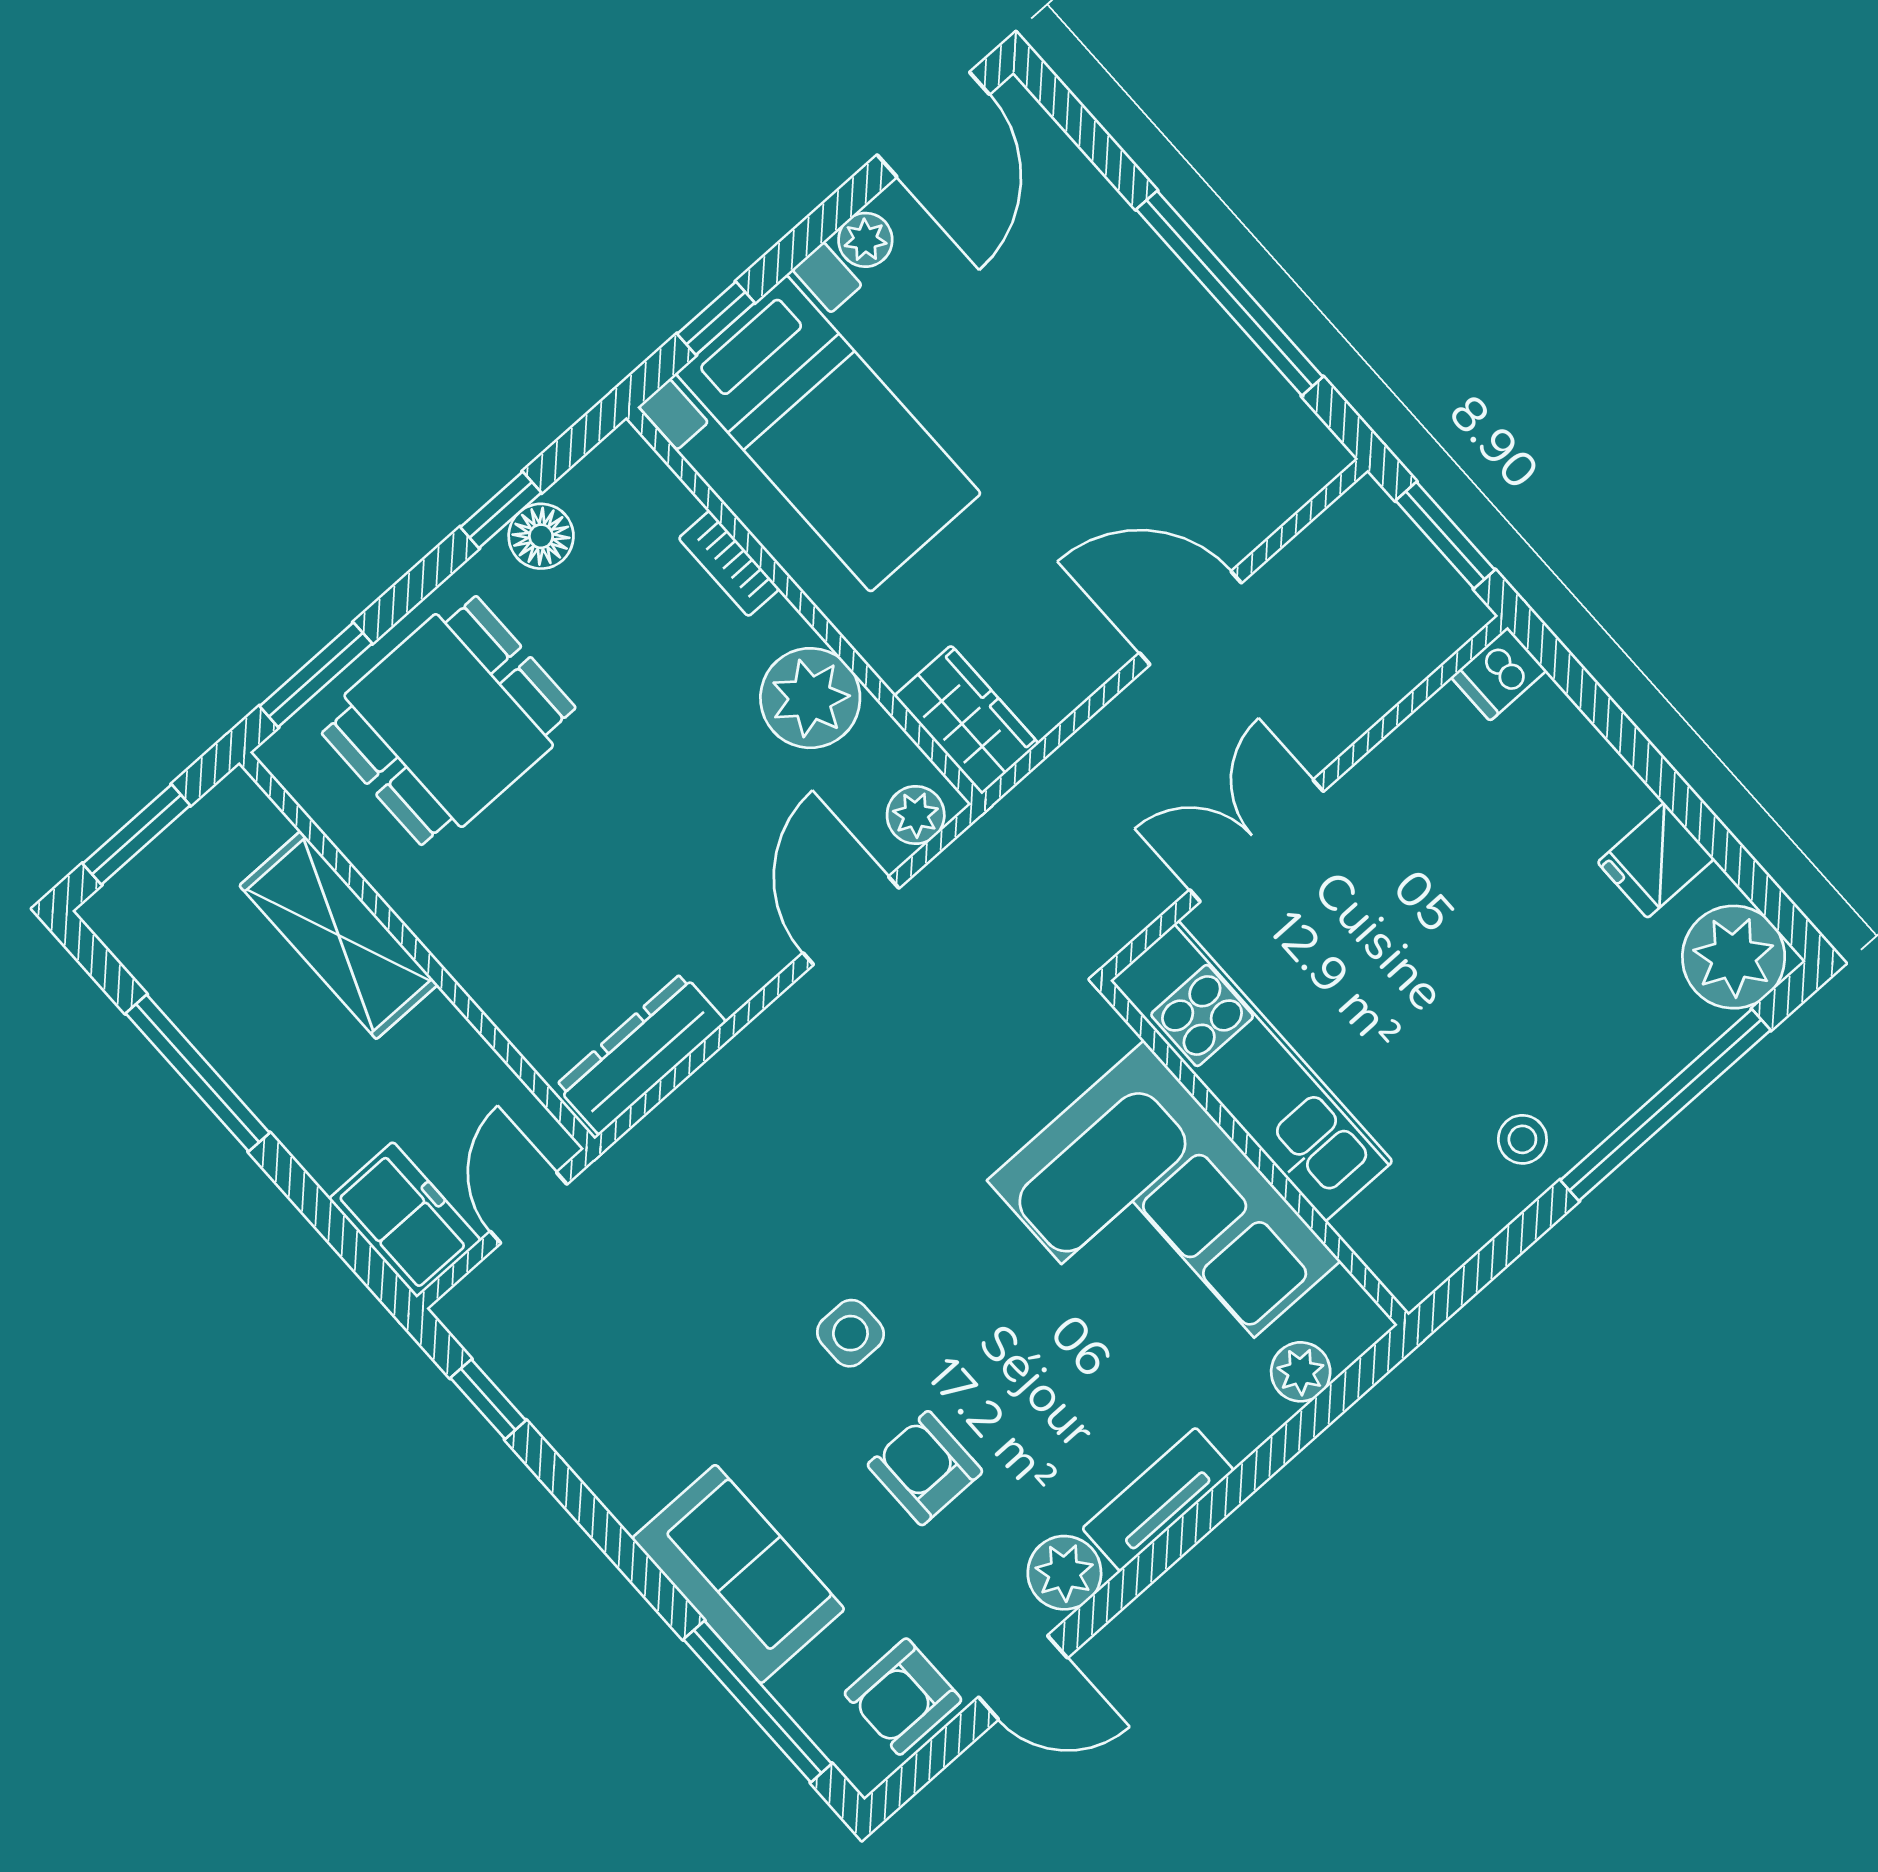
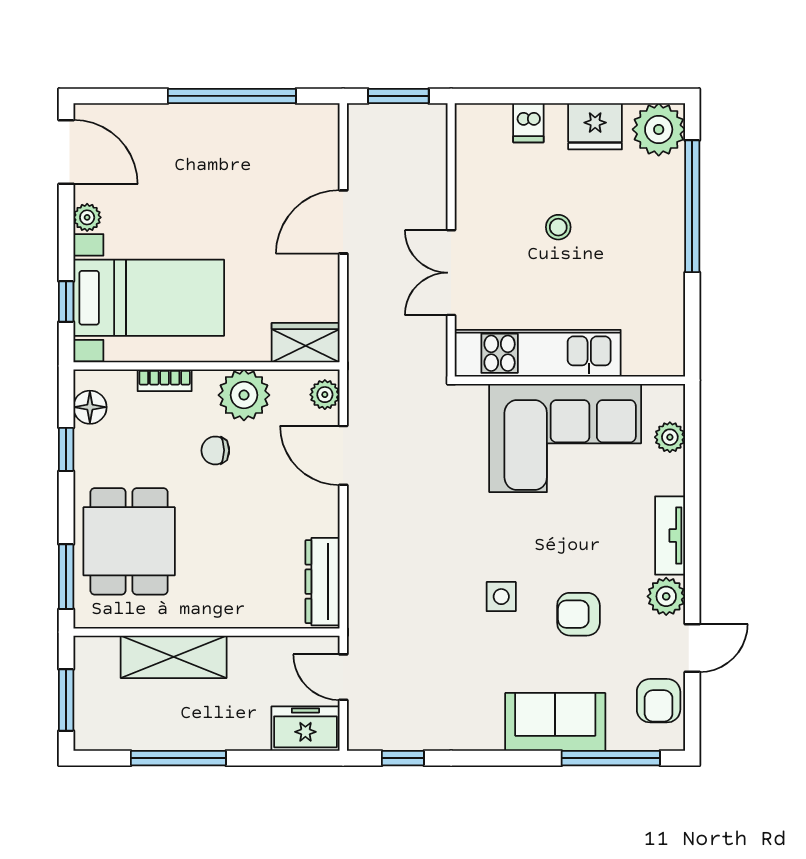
floor lamp: (541, 536) -> (90, 407), moved
dishwasher: (1499, 674) -> (528, 123), moved
chair: (693, 728) -> (215, 450), added
fridge: (1656, 860) -> (595, 126), width x1.38
stool: (1522, 1139) -> (558, 227), moved

